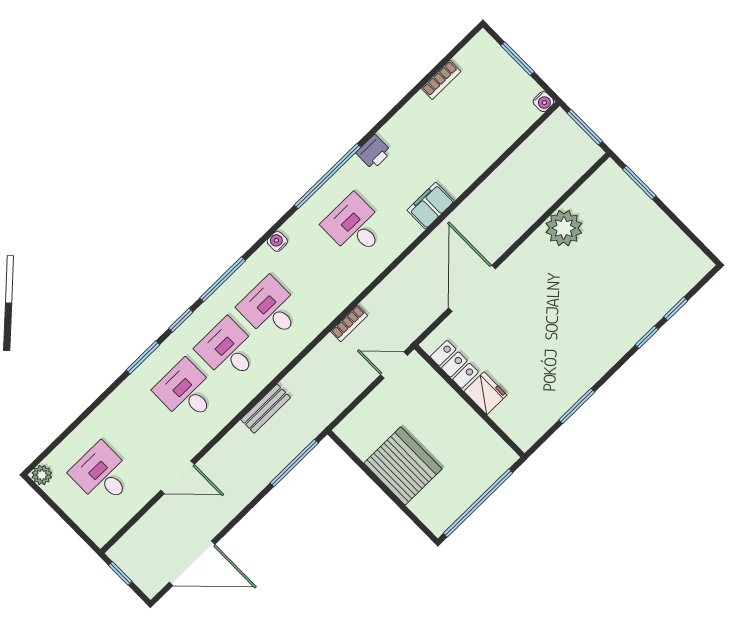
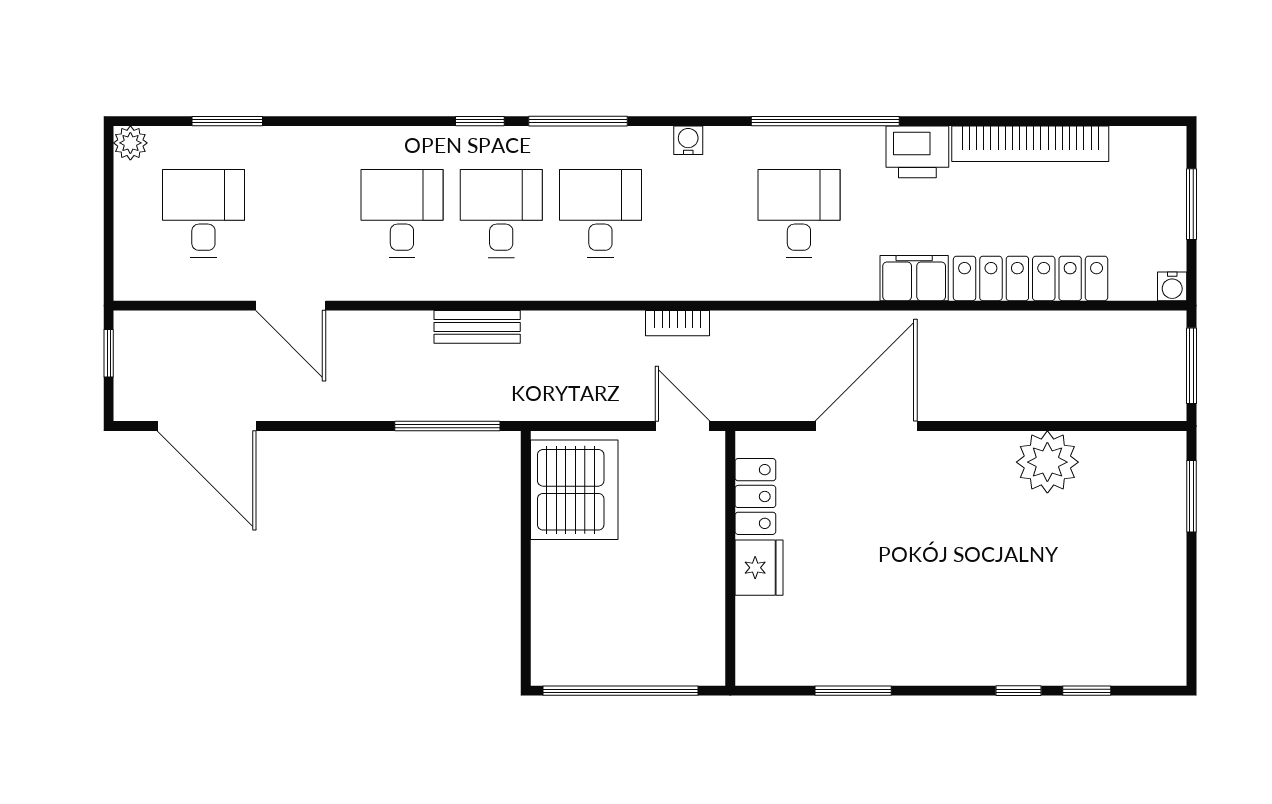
bookcase: (441, 80) -> (1030, 144), width x2.31, depth x1.31
printer: (374, 152) -> (917, 152), width x1.36, depth x1.24
locker: (480, 157) -> (1031, 278), added
window: (143, 357) -> (227, 121), moved
server rack: (403, 466) -> (574, 490), moved

